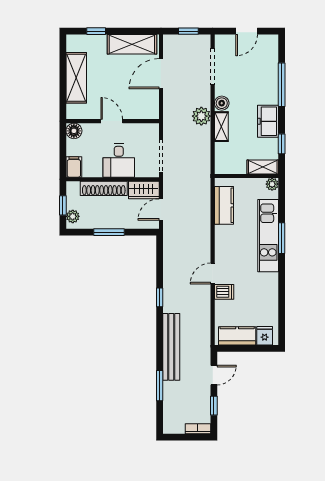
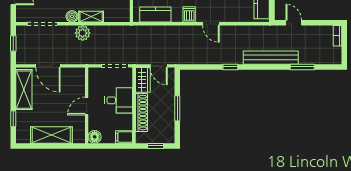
plant: (73, 216) -> (164, 138), removed
dishwasher: (224, 292) -> (189, 14), moved
window: (214, 406) -> (319, 23), removed

